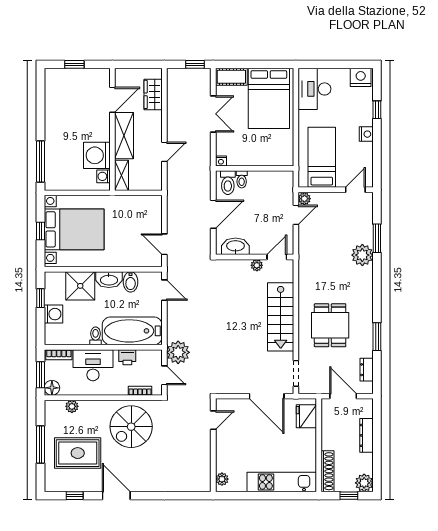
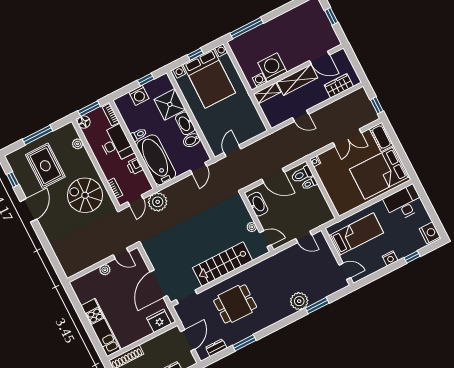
plant: (304, 199) -> (319, 237), removed
plant: (222, 479) -> (105, 270), moved

